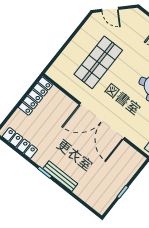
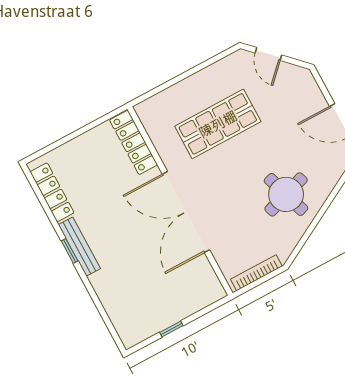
locker: (35, 96) -> (134, 142), moved, turned 90
bench: (60, 176) -> (79, 247), moved

